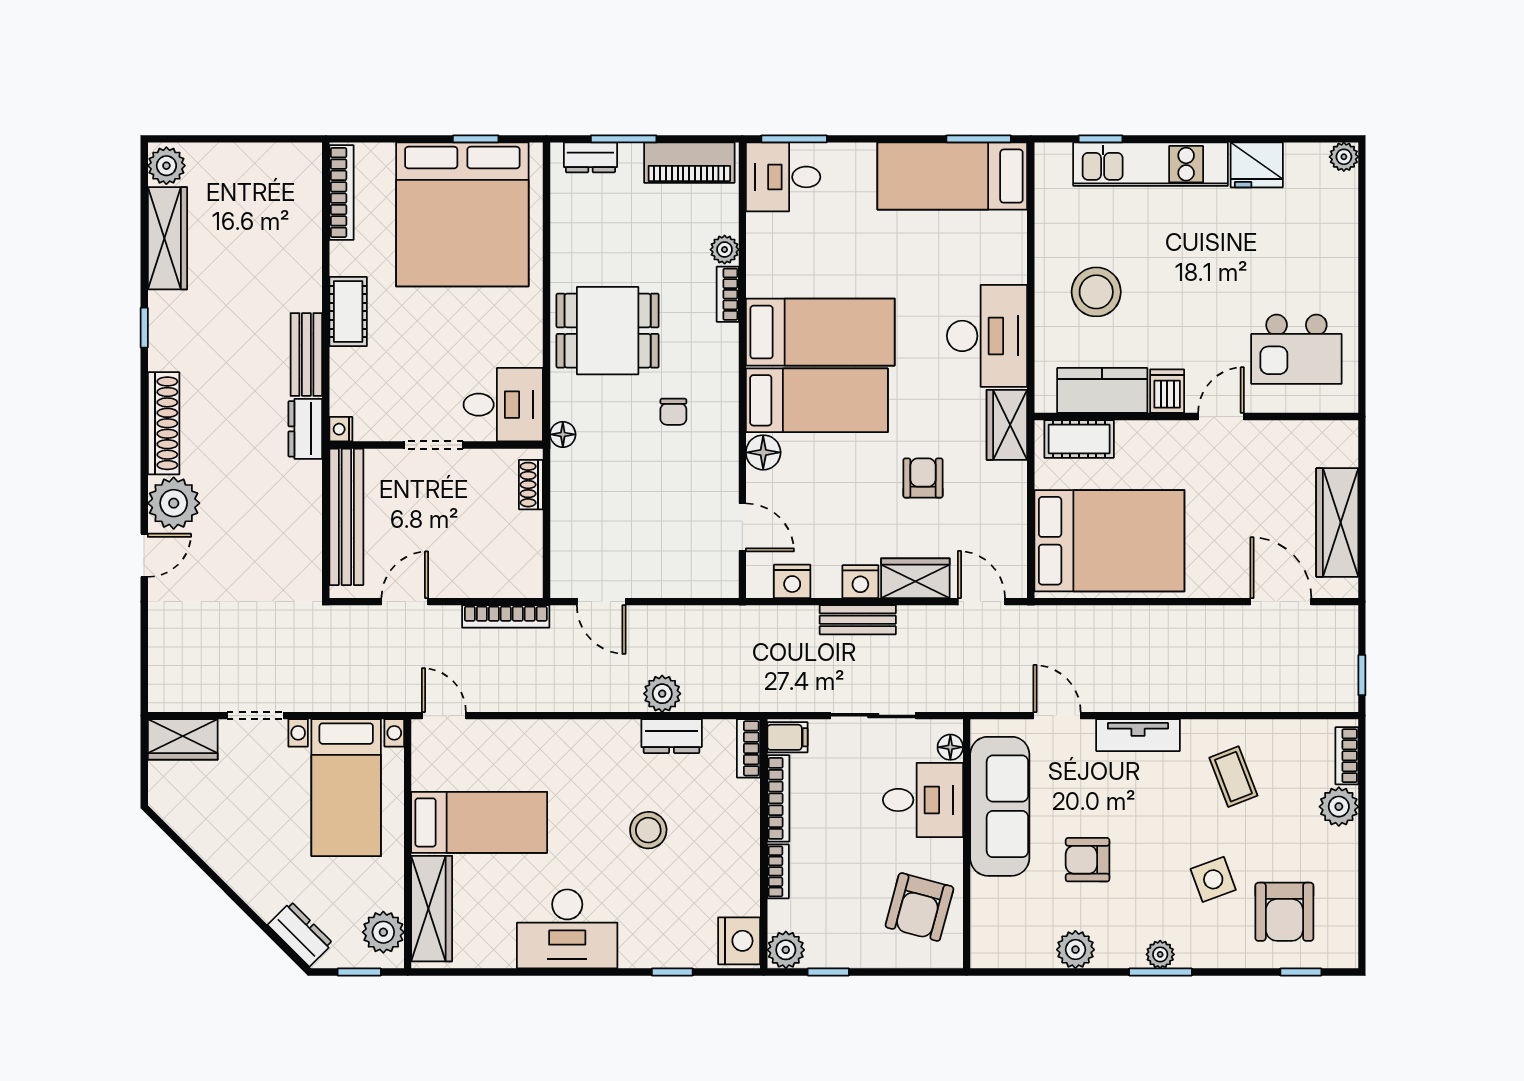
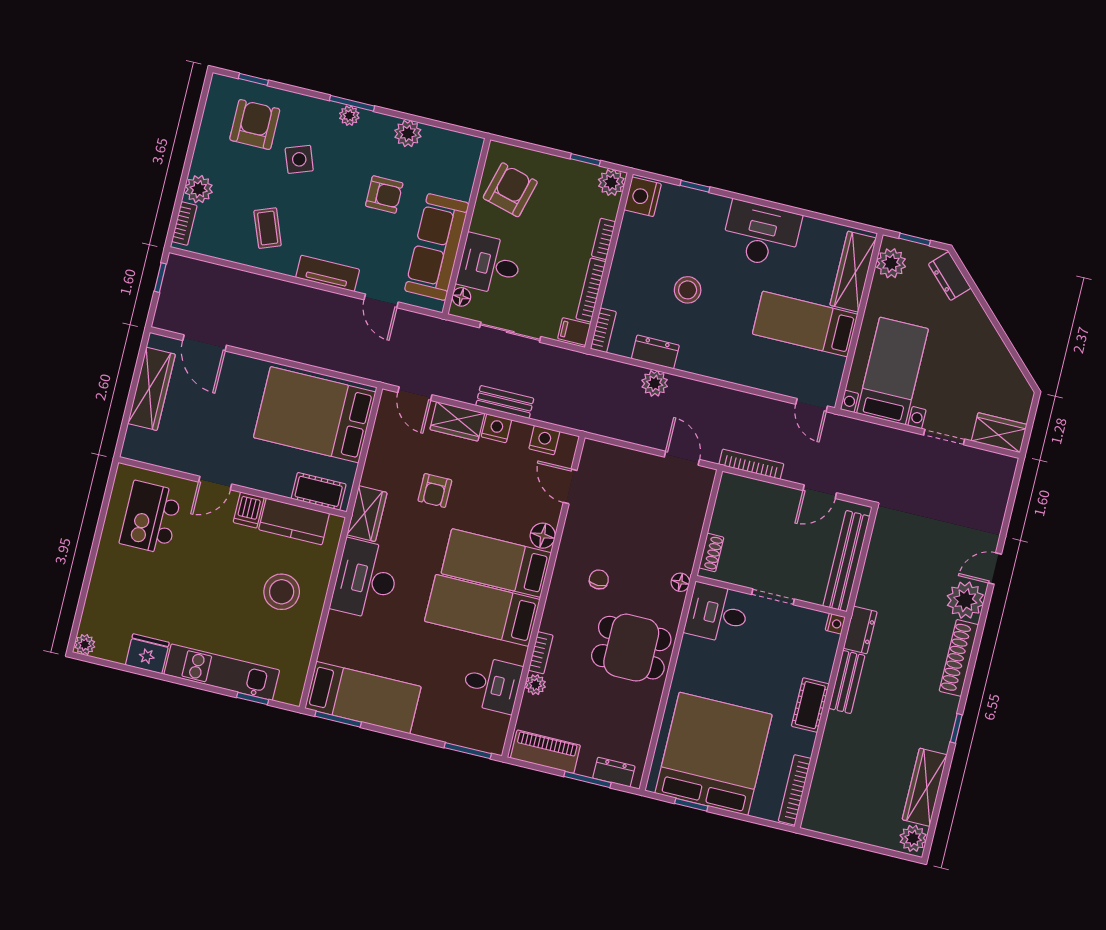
desk: (783, 177) -> (492, 685), moved
kitchen island: (1296, 349) -> (151, 518), turned -90

